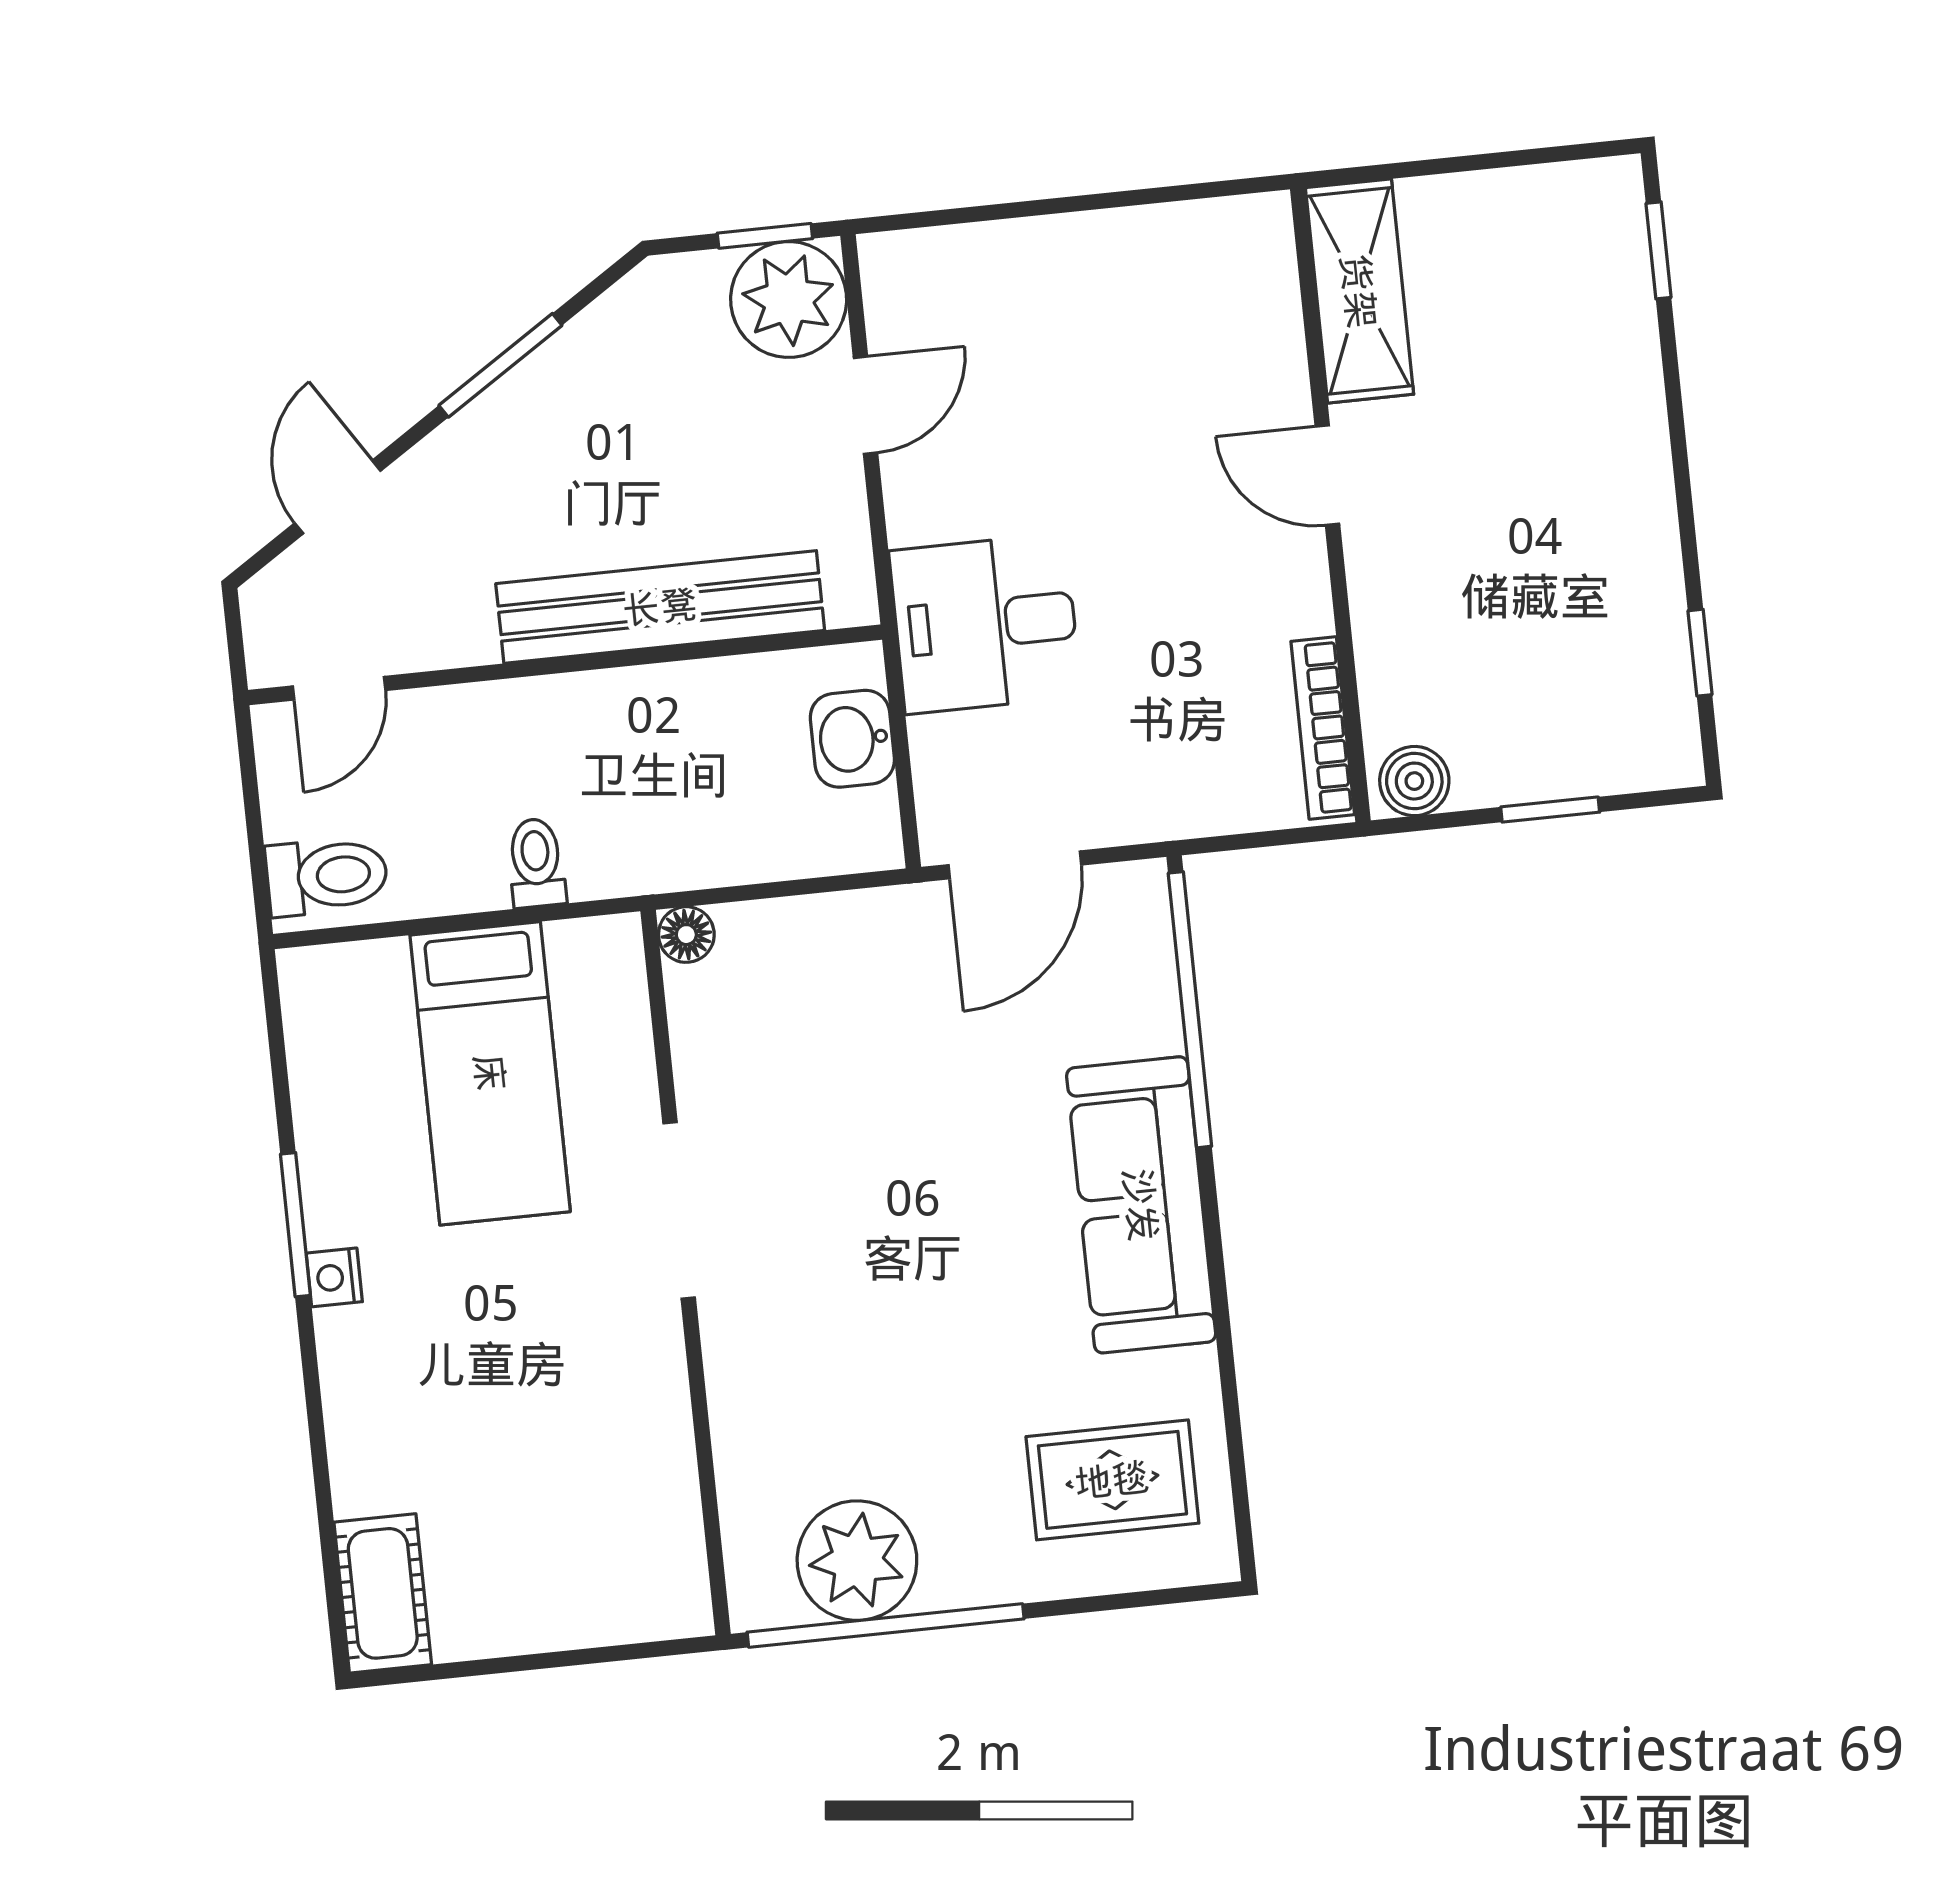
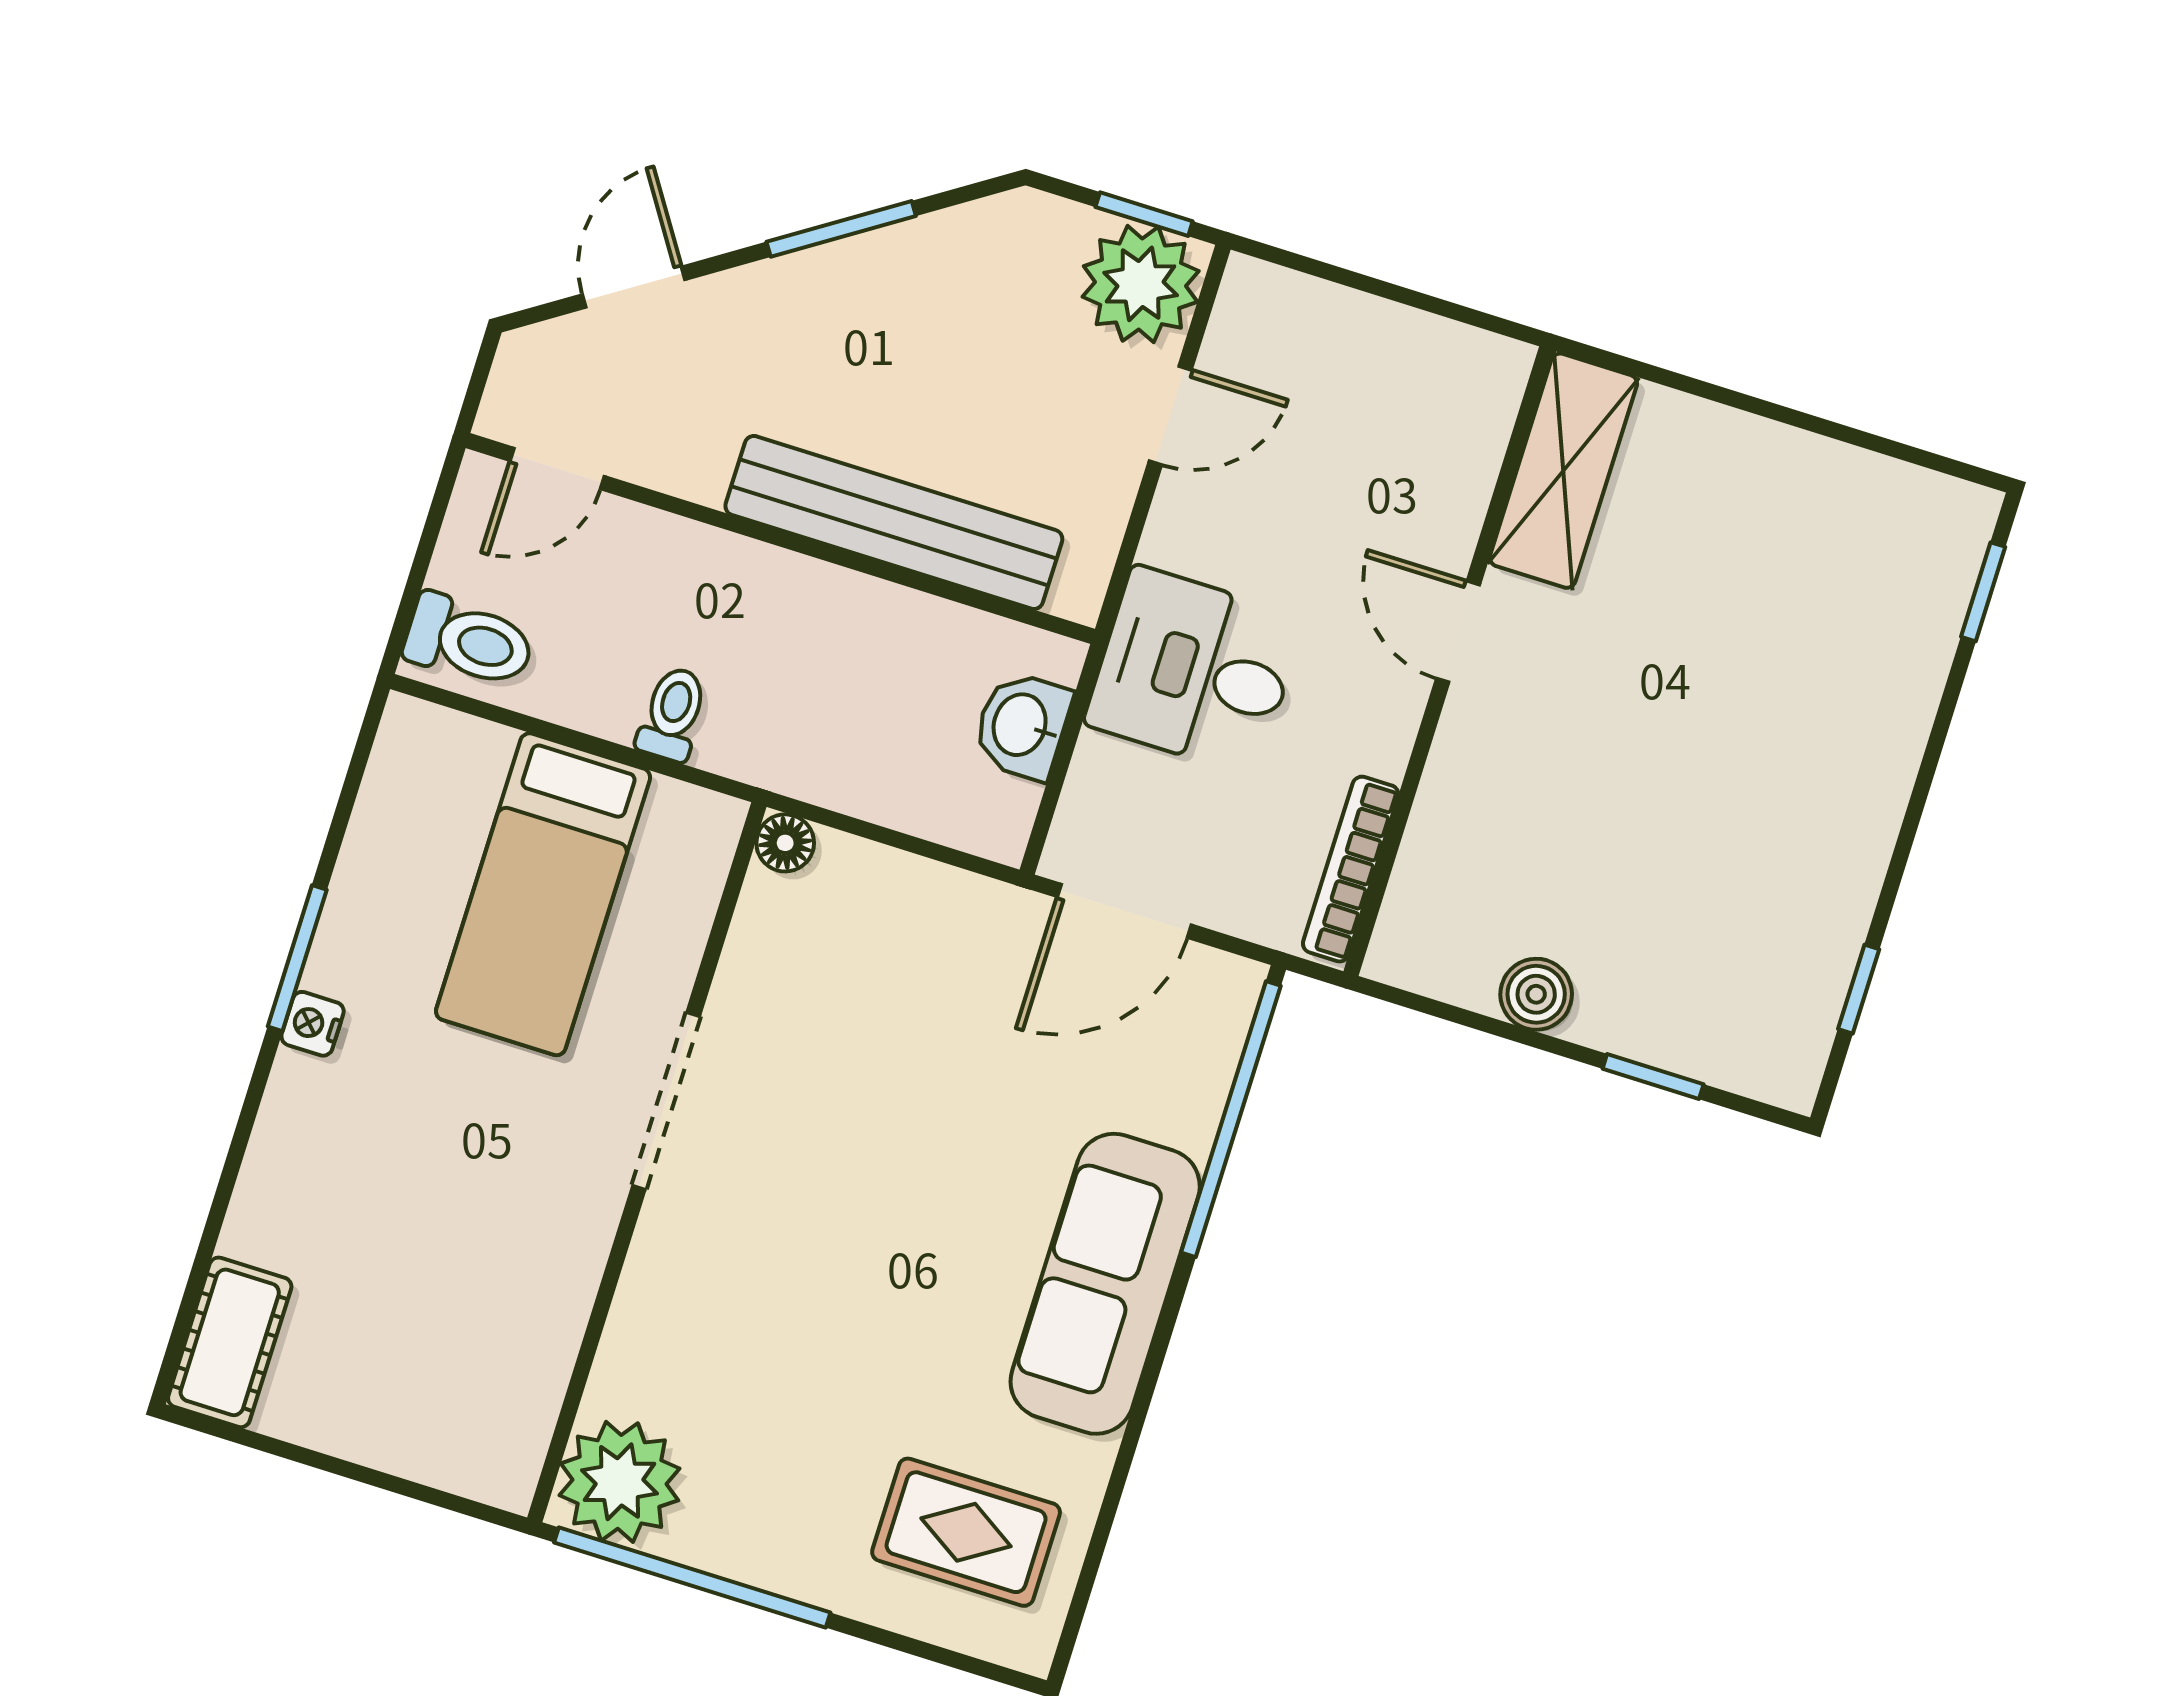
shelving: (1359, 291) -> (1563, 471), moved
door: (1327, 475) -> (1458, 632), moved
wall: (1330, 505) -> (1449, 661), moved
bookcase: (1323, 728) -> (1351, 869), moved
plant: (857, 1561) -> (619, 1482), moved

